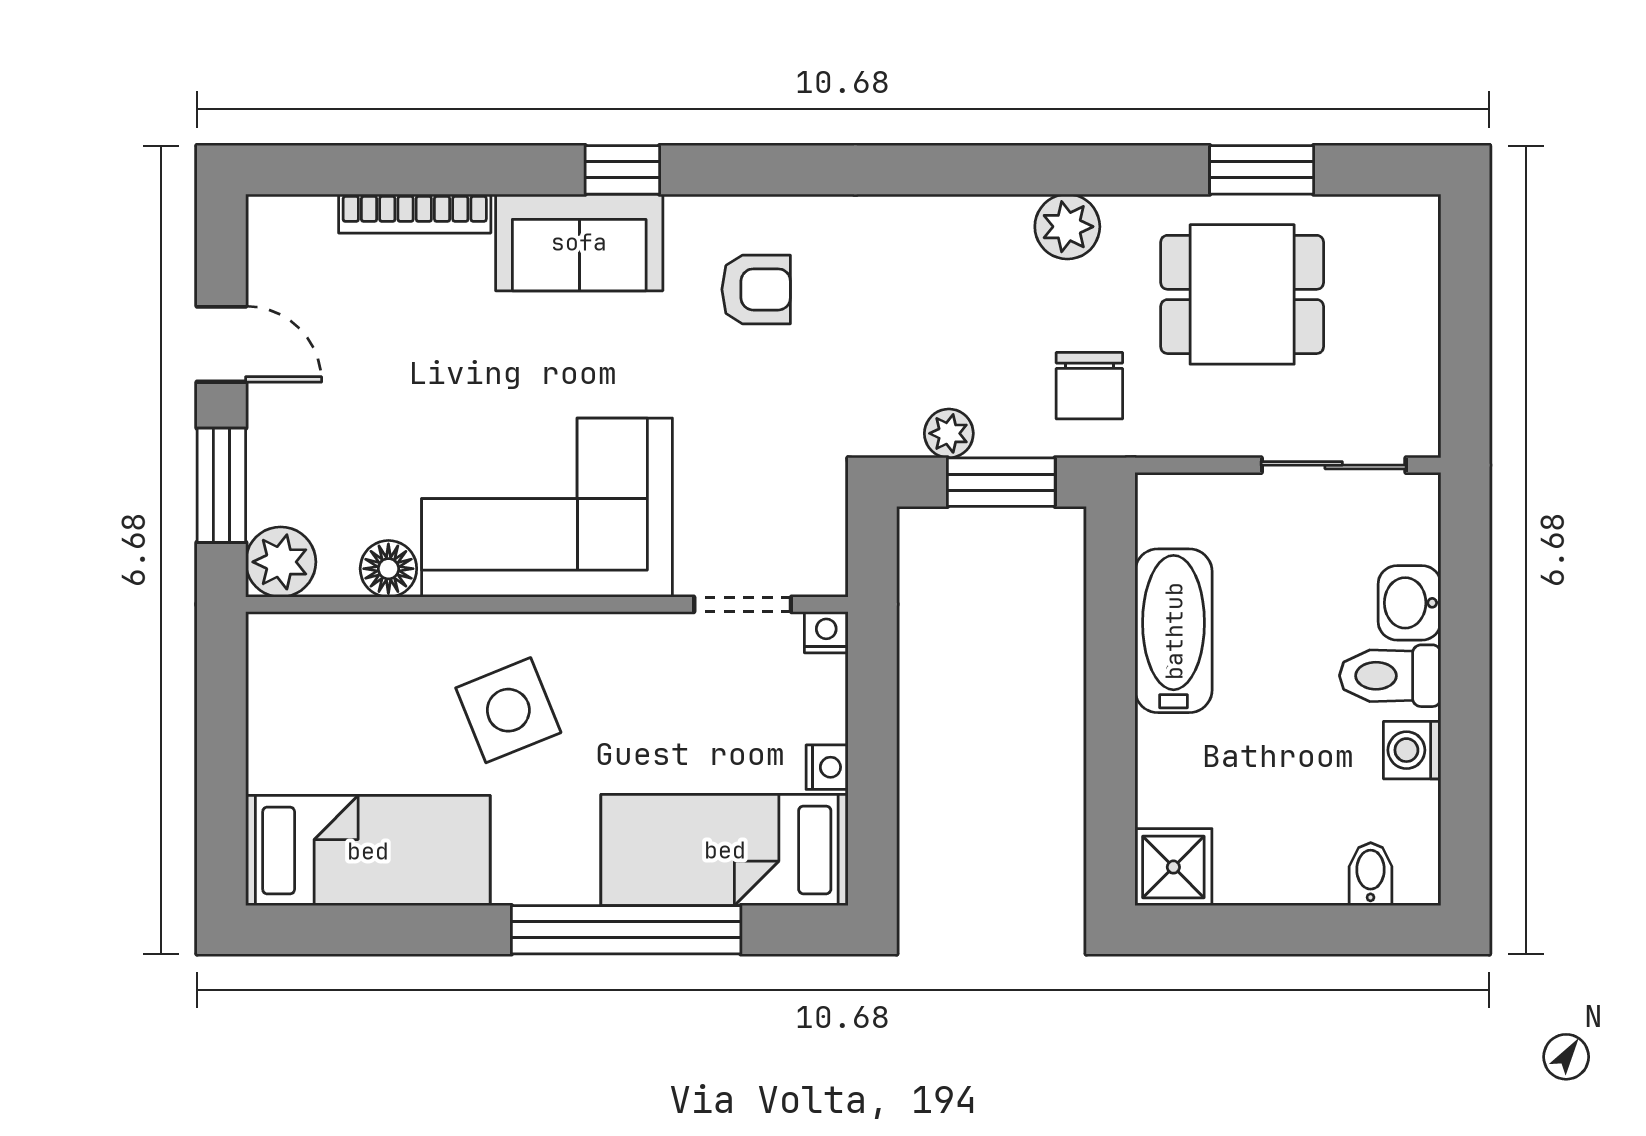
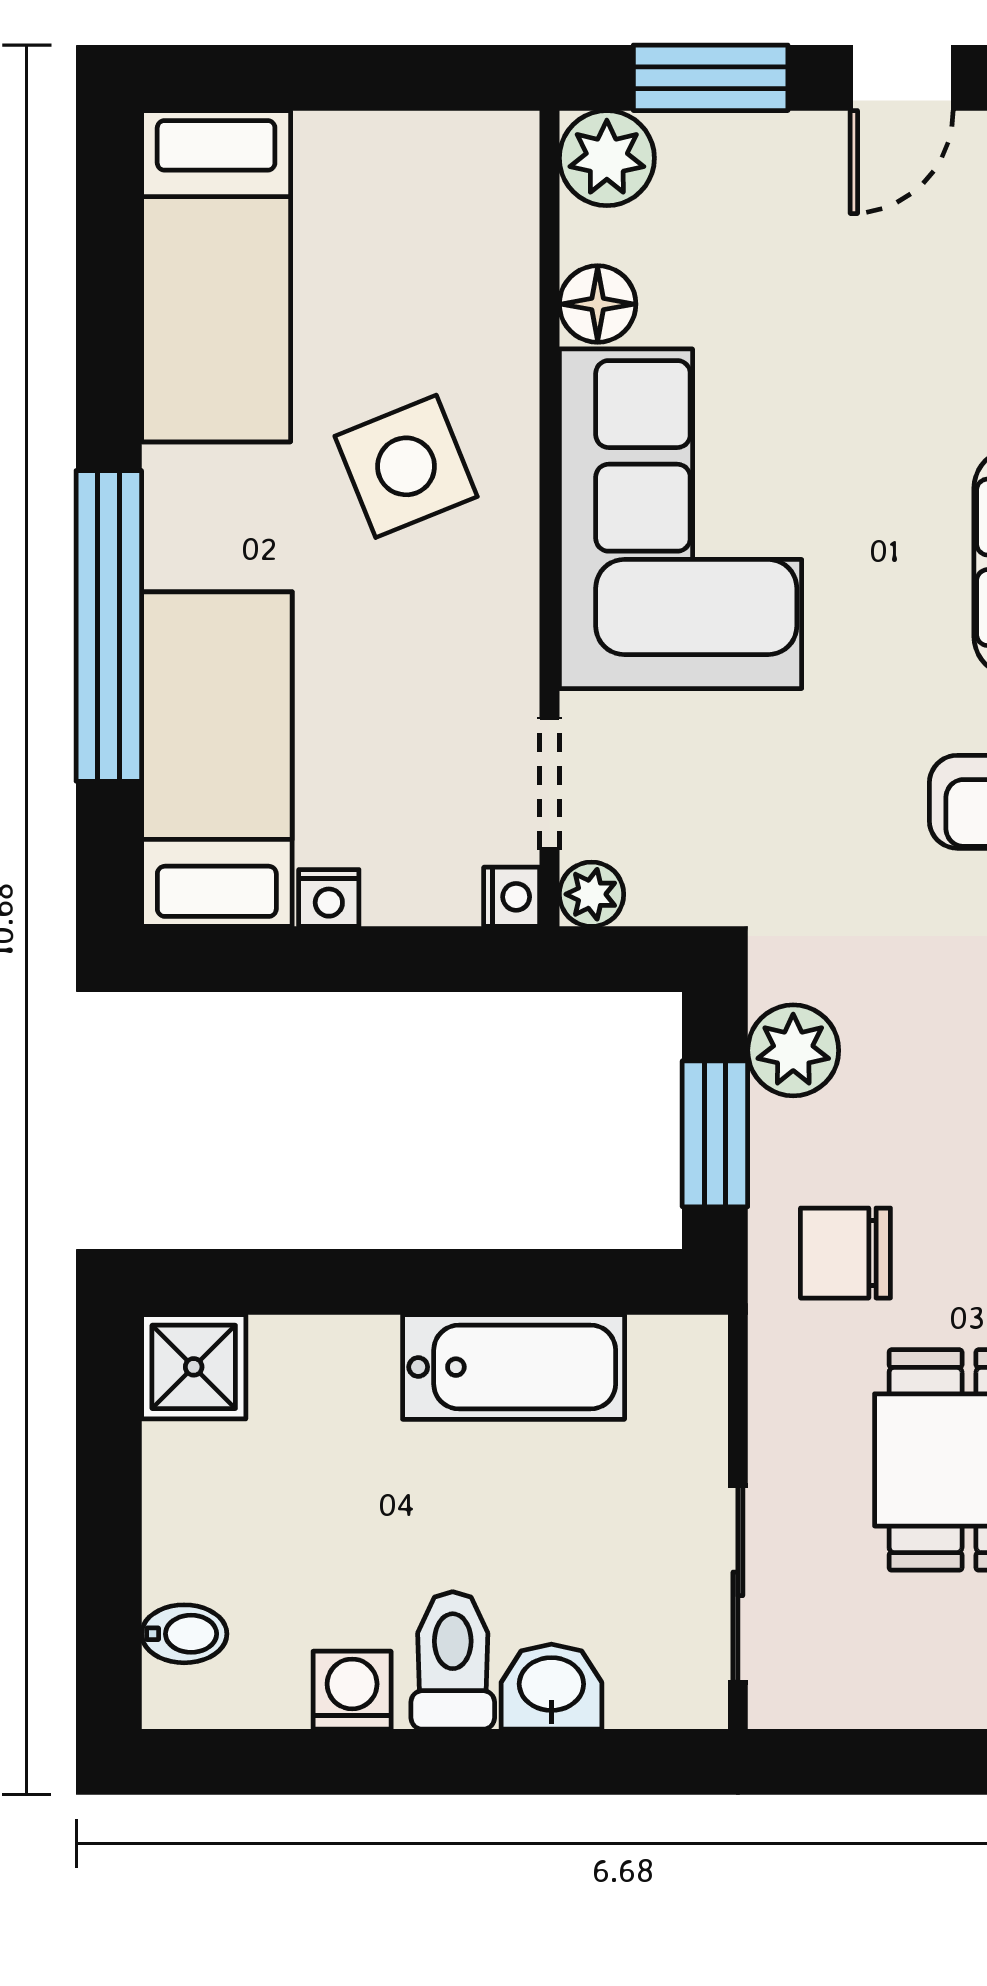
plant: (949, 433) -> (793, 1050), width x1.38, depth x1.38
plant: (824, 573) -> (591, 894), added

